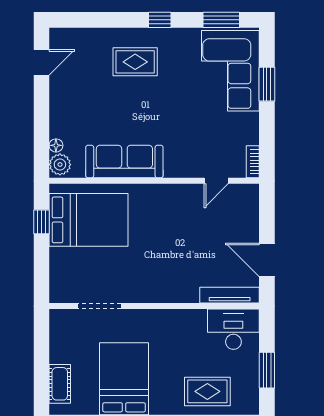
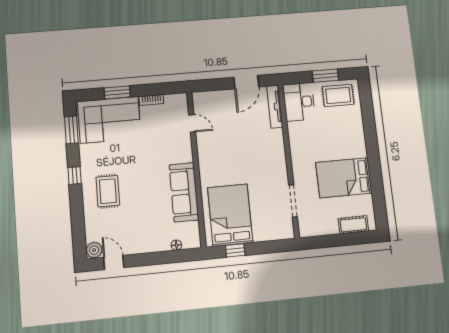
bookcase: (253, 162) -> (151, 100), moved
plant: (60, 164) -> (94, 250), moved
rug: (207, 391) -> (338, 95), moved, turned 90

